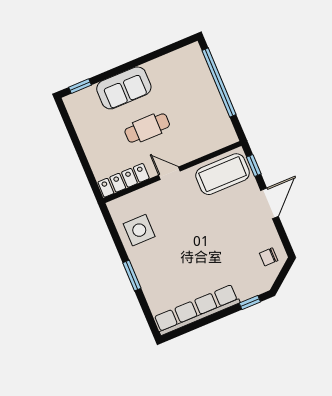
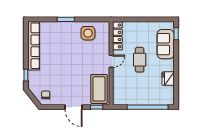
fridge: (159, 68) -> (168, 79), added
sofa: (124, 88) -> (166, 44), moved

